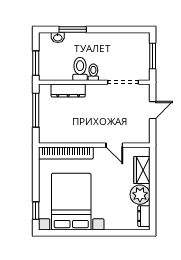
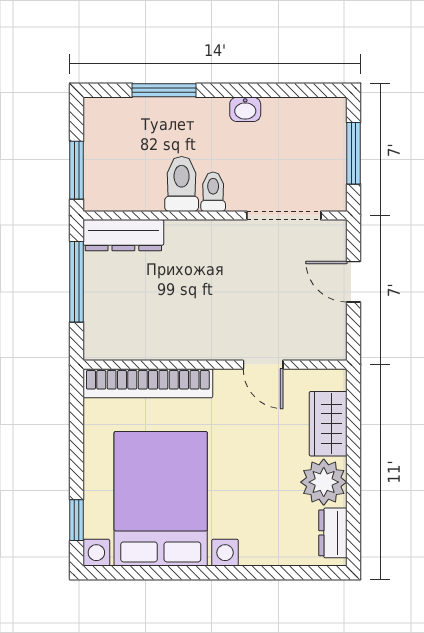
washbasin: (58, 37) -> (245, 109), moved
dresser: (68, 91) -> (123, 235), moved
door: (153, 110) -> (354, 282), swing flipped

